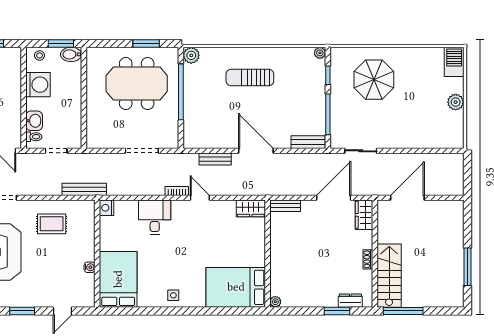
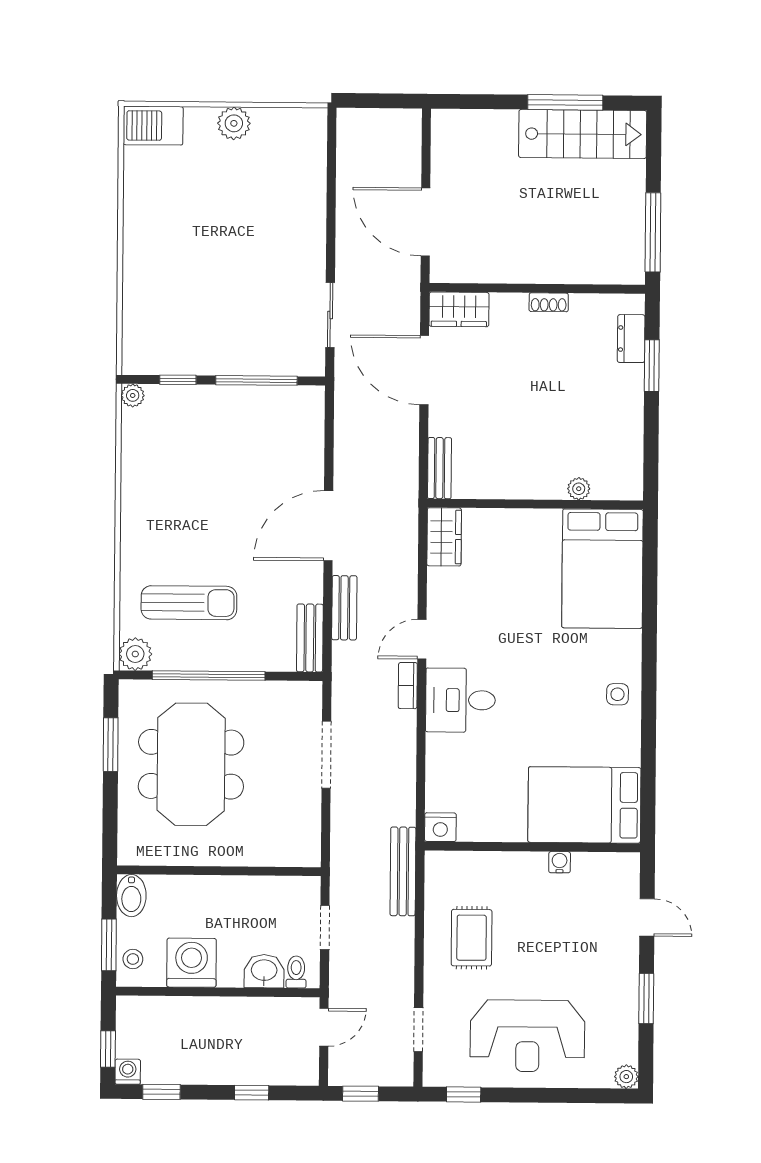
window: (61, 43) -> (109, 945), moved
sun lounger: (250, 77) -> (189, 603), moved, turned -90
parasol: (374, 80) -> (187, 287), removed
bench: (308, 142) -> (310, 638), moved
desk: (155, 217) -> (460, 700), moved
stairs: (389, 276) -> (583, 134), moved, turned 180
plant: (275, 302) -> (579, 489), moved

